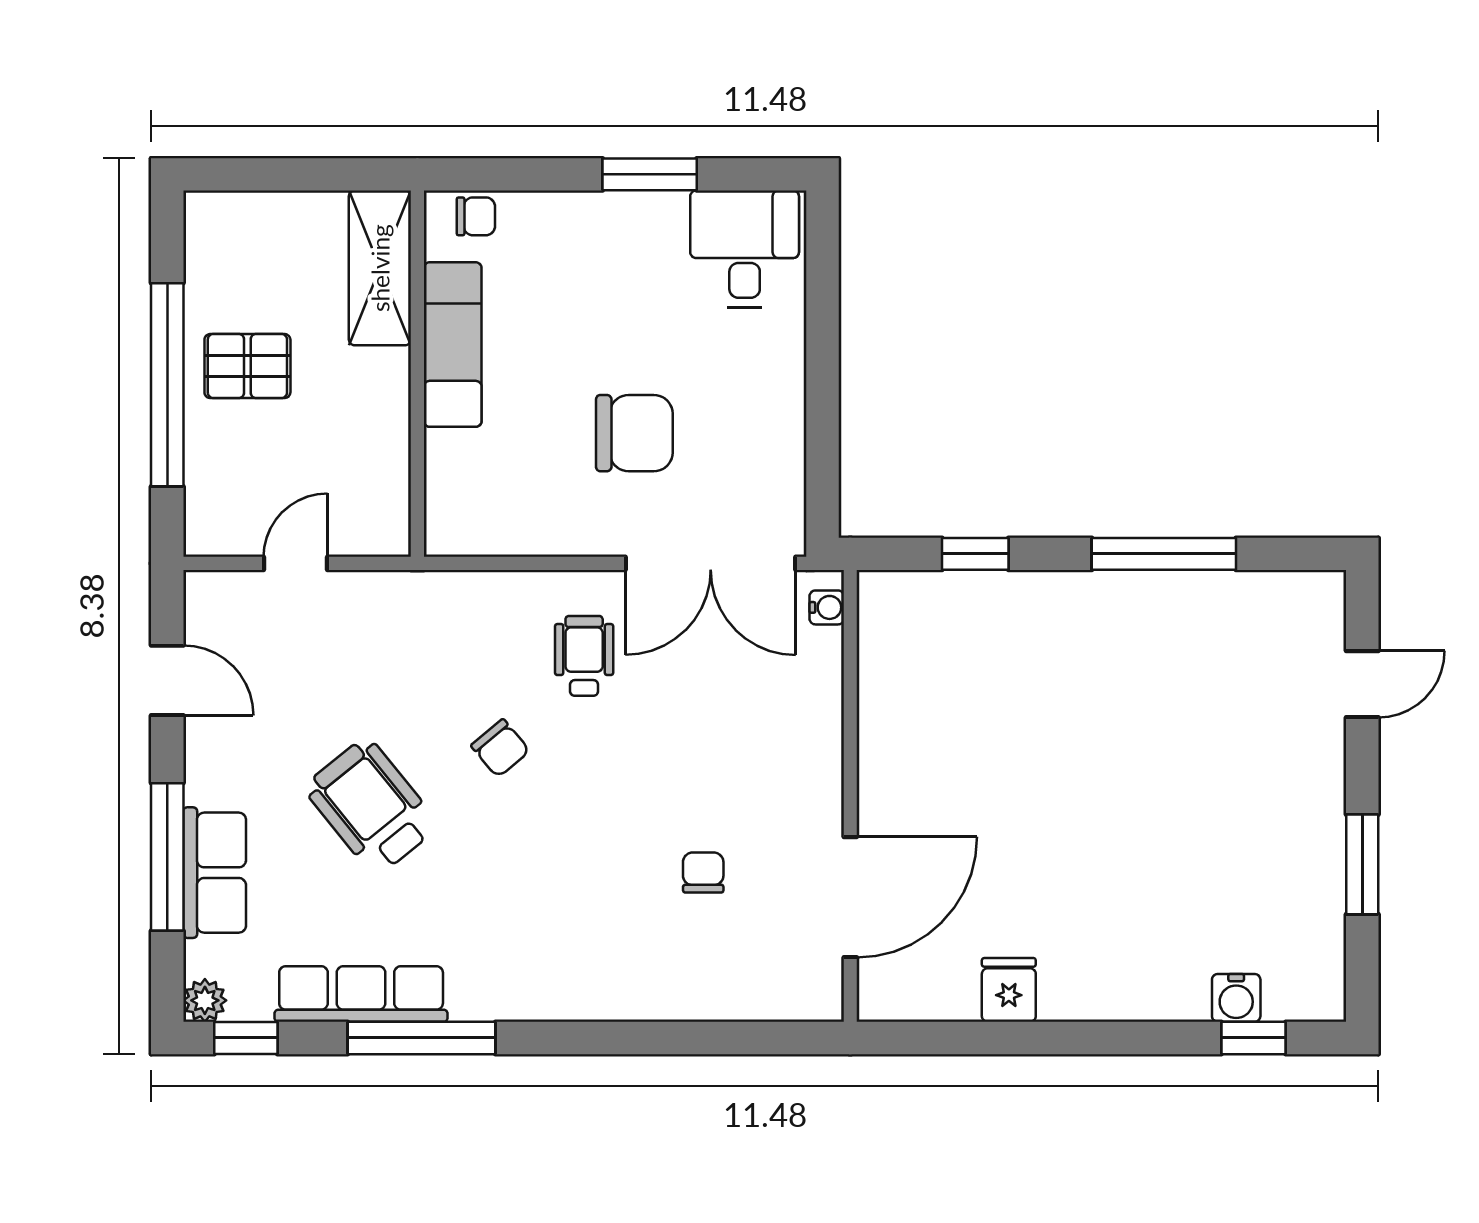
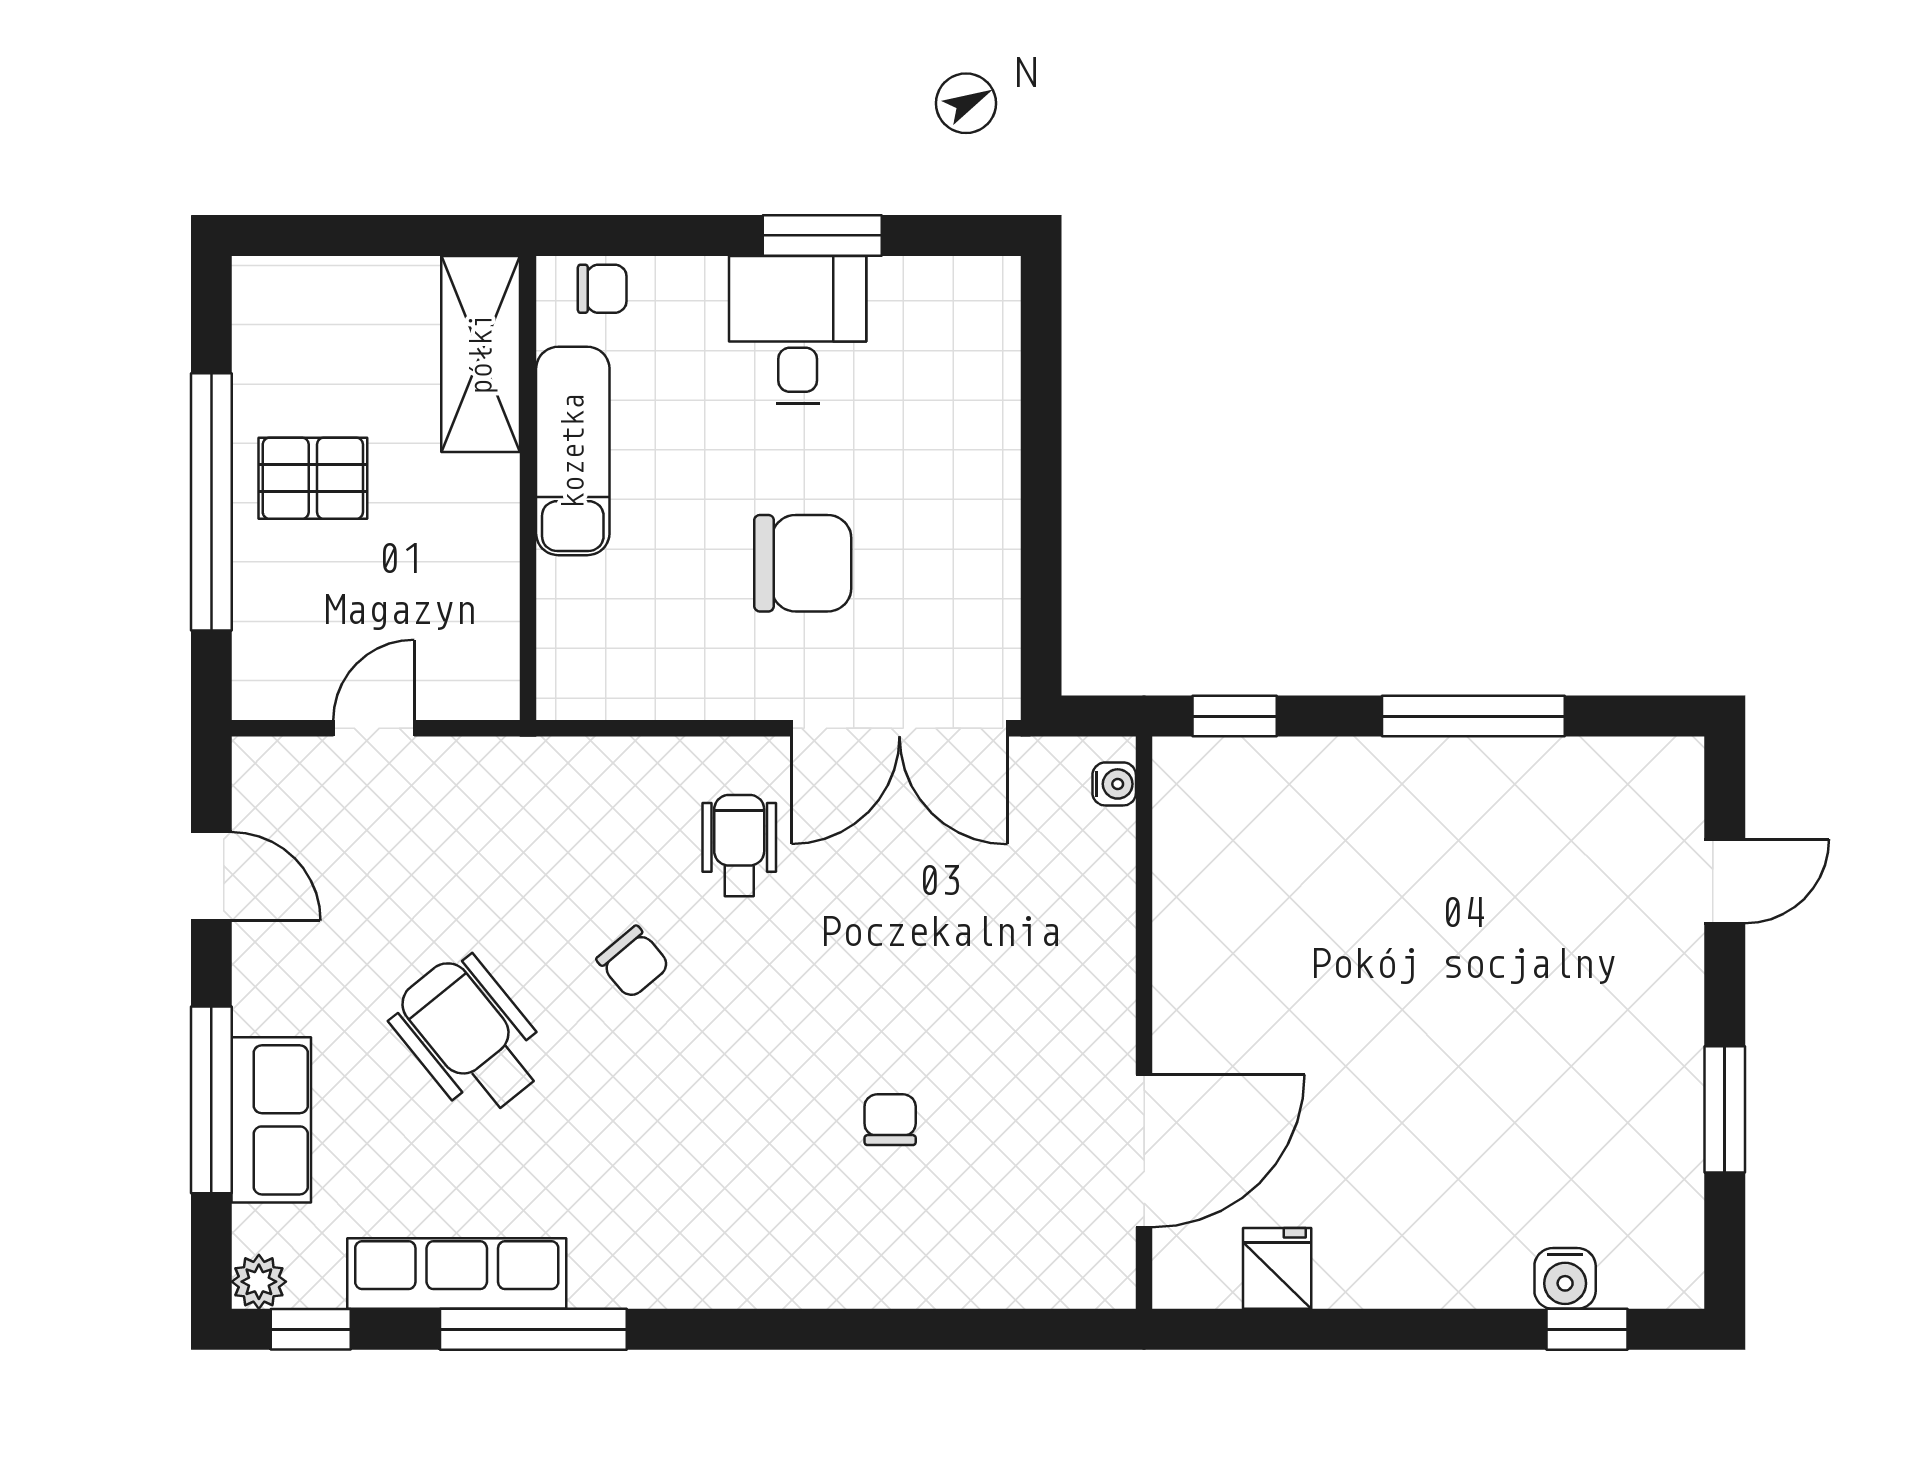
desk: (745, 249) -> (798, 330), moved
water cooler: (827, 607) -> (1114, 784), moved
wall: (850, 796) -> (1144, 1023), moved
door: (850, 897) -> (1144, 1151), moved

